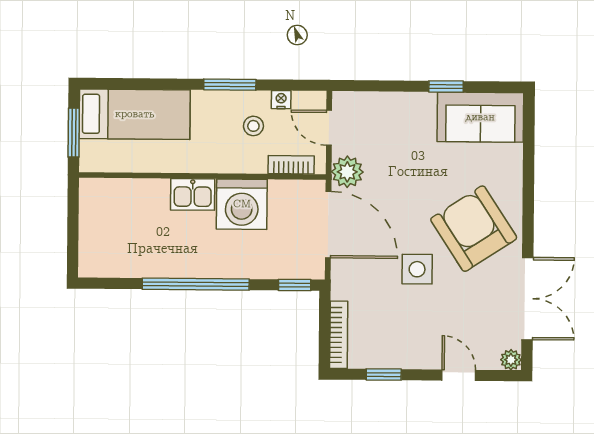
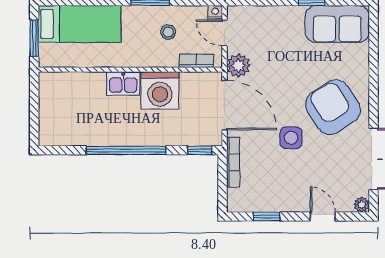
nightstand: (281, 100) -> (215, 12), moved
bookcase: (339, 335) -> (233, 162), moved

